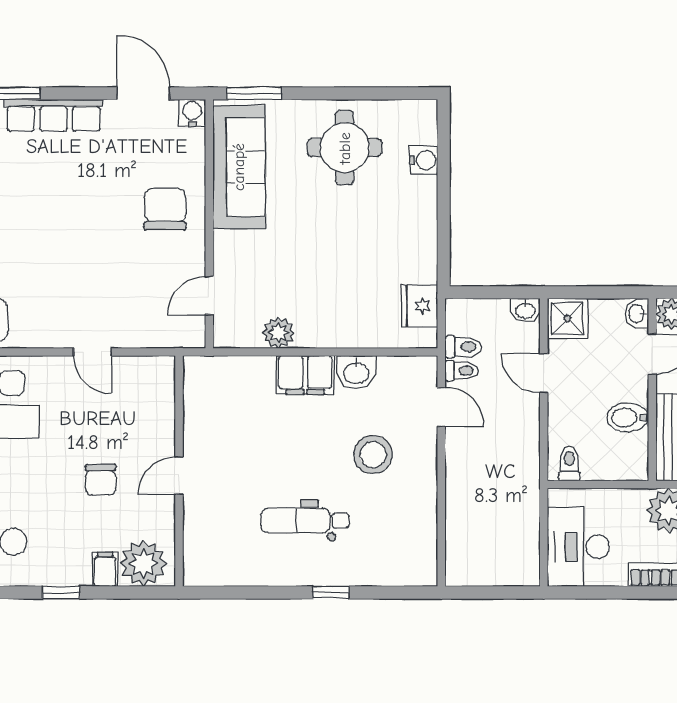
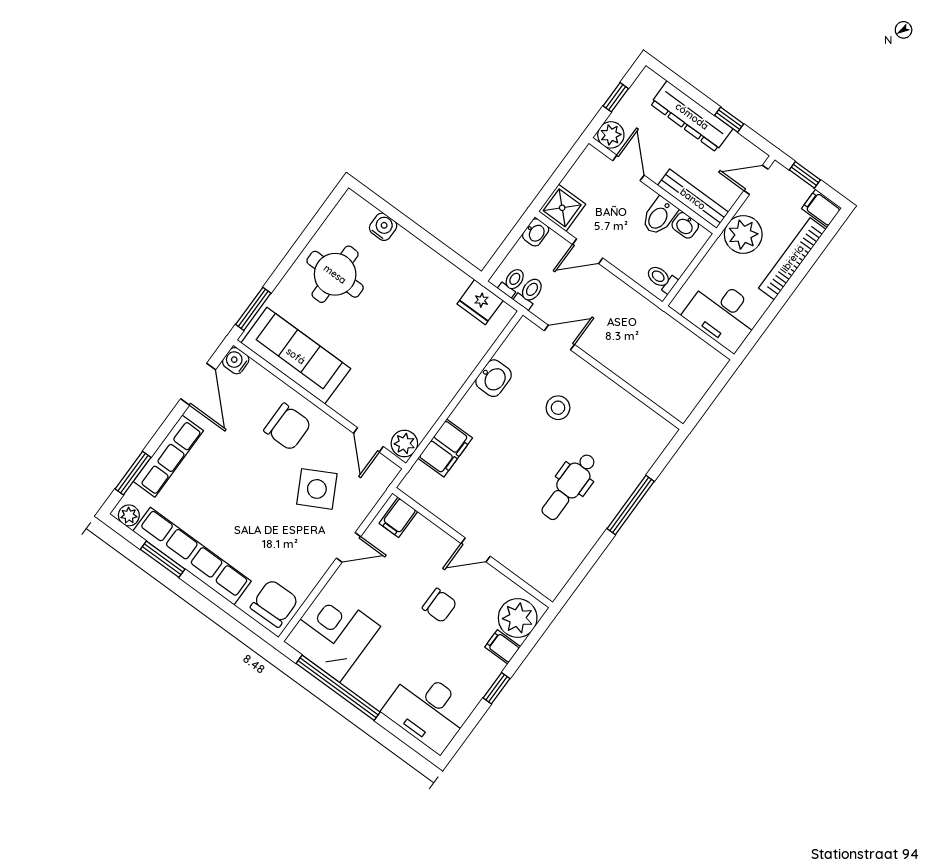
door: (143, 93) -> (198, 384), swing flipped
chair: (165, 209) -> (288, 427), turned 180
side table: (126, 281) -> (317, 489), added
washbasin: (637, 314) -> (685, 225), moved
plant: (278, 333) -> (404, 444), moved
toilet: (462, 371) -> (512, 282), moved
filing cabinet: (305, 375) -> (445, 448), moved
filing cabinet: (156, 379) -> (398, 517), added
stool: (373, 455) -> (558, 408), width x0.73, depth x0.73
door: (179, 476) -> (476, 550), hinge flipped
window: (331, 592) -> (631, 505), width x2.17

